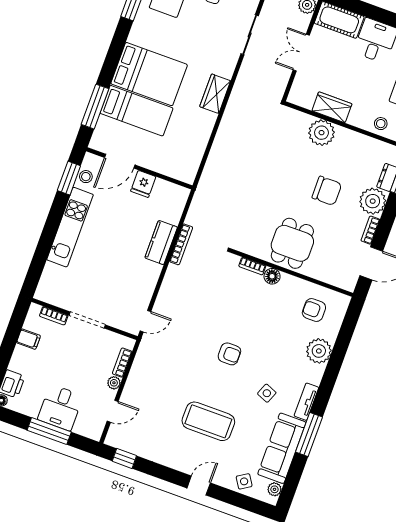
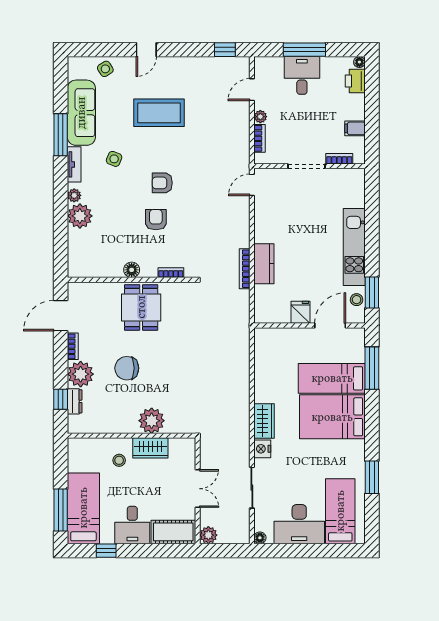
nightstand: (226, 68) -> (262, 449), added
stool: (381, 124) -> (119, 460), moved
floor lamp: (272, 276) -> (132, 270), moved
armchair: (314, 310) -> (156, 220), moved, turned -90
plant: (274, 489) -> (74, 195), moved

